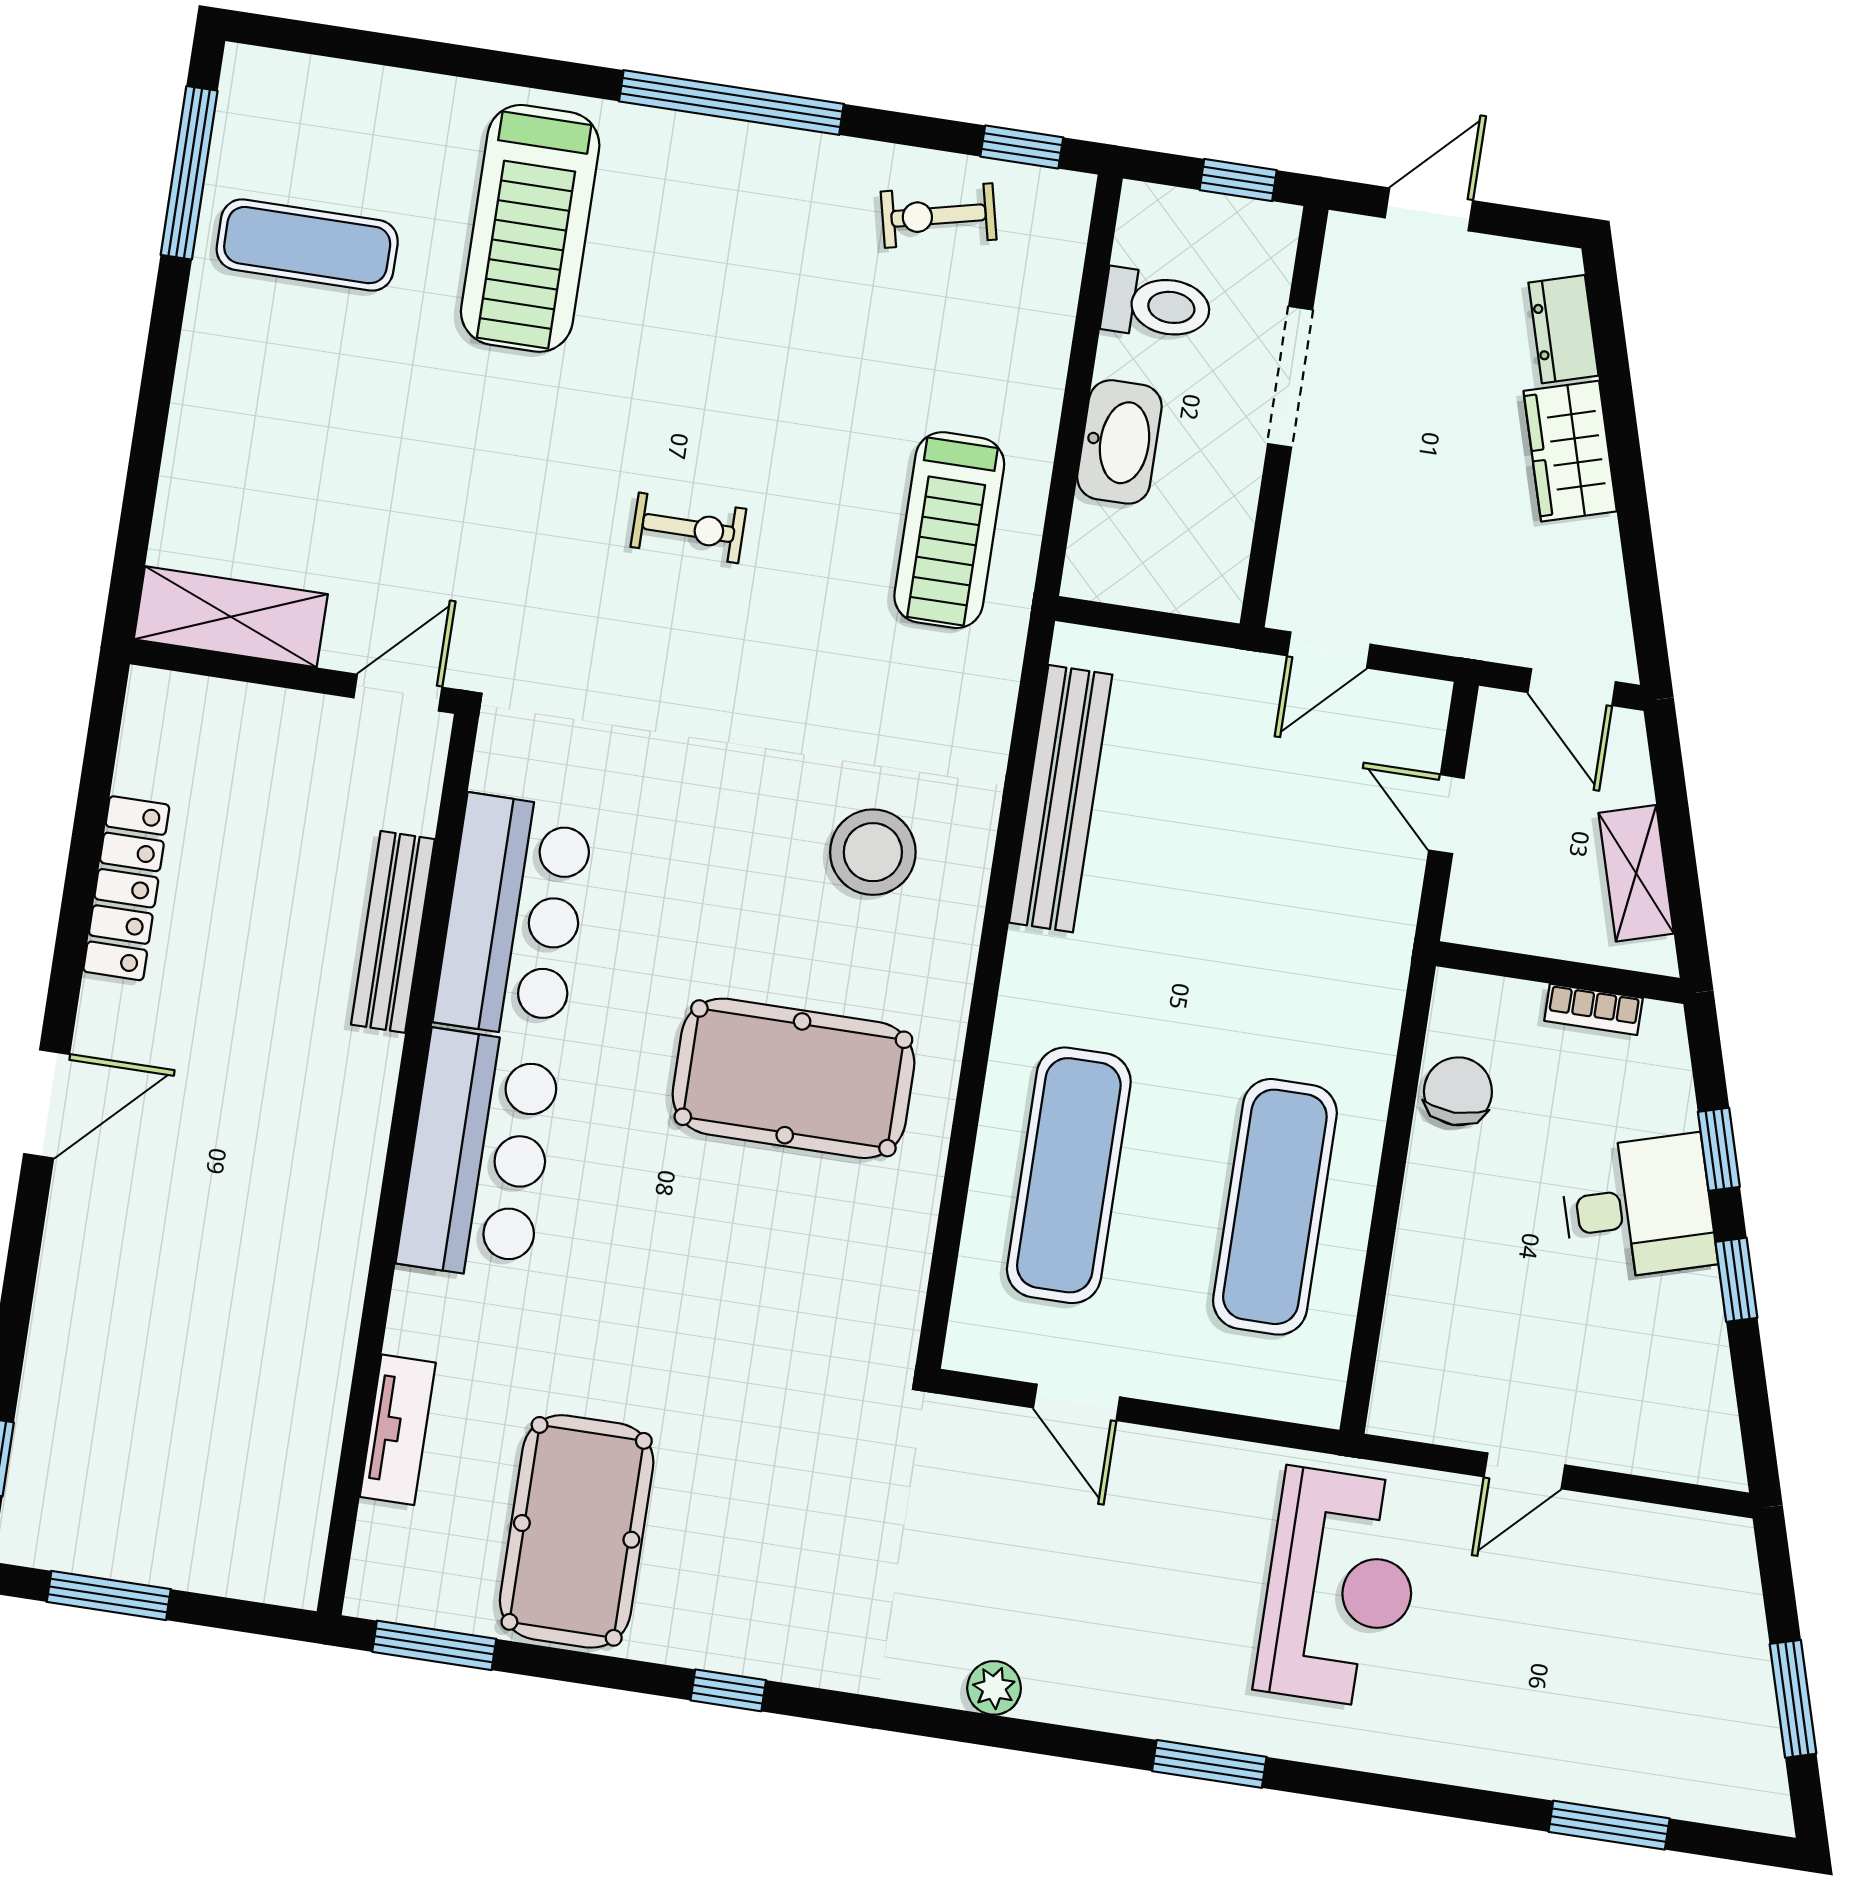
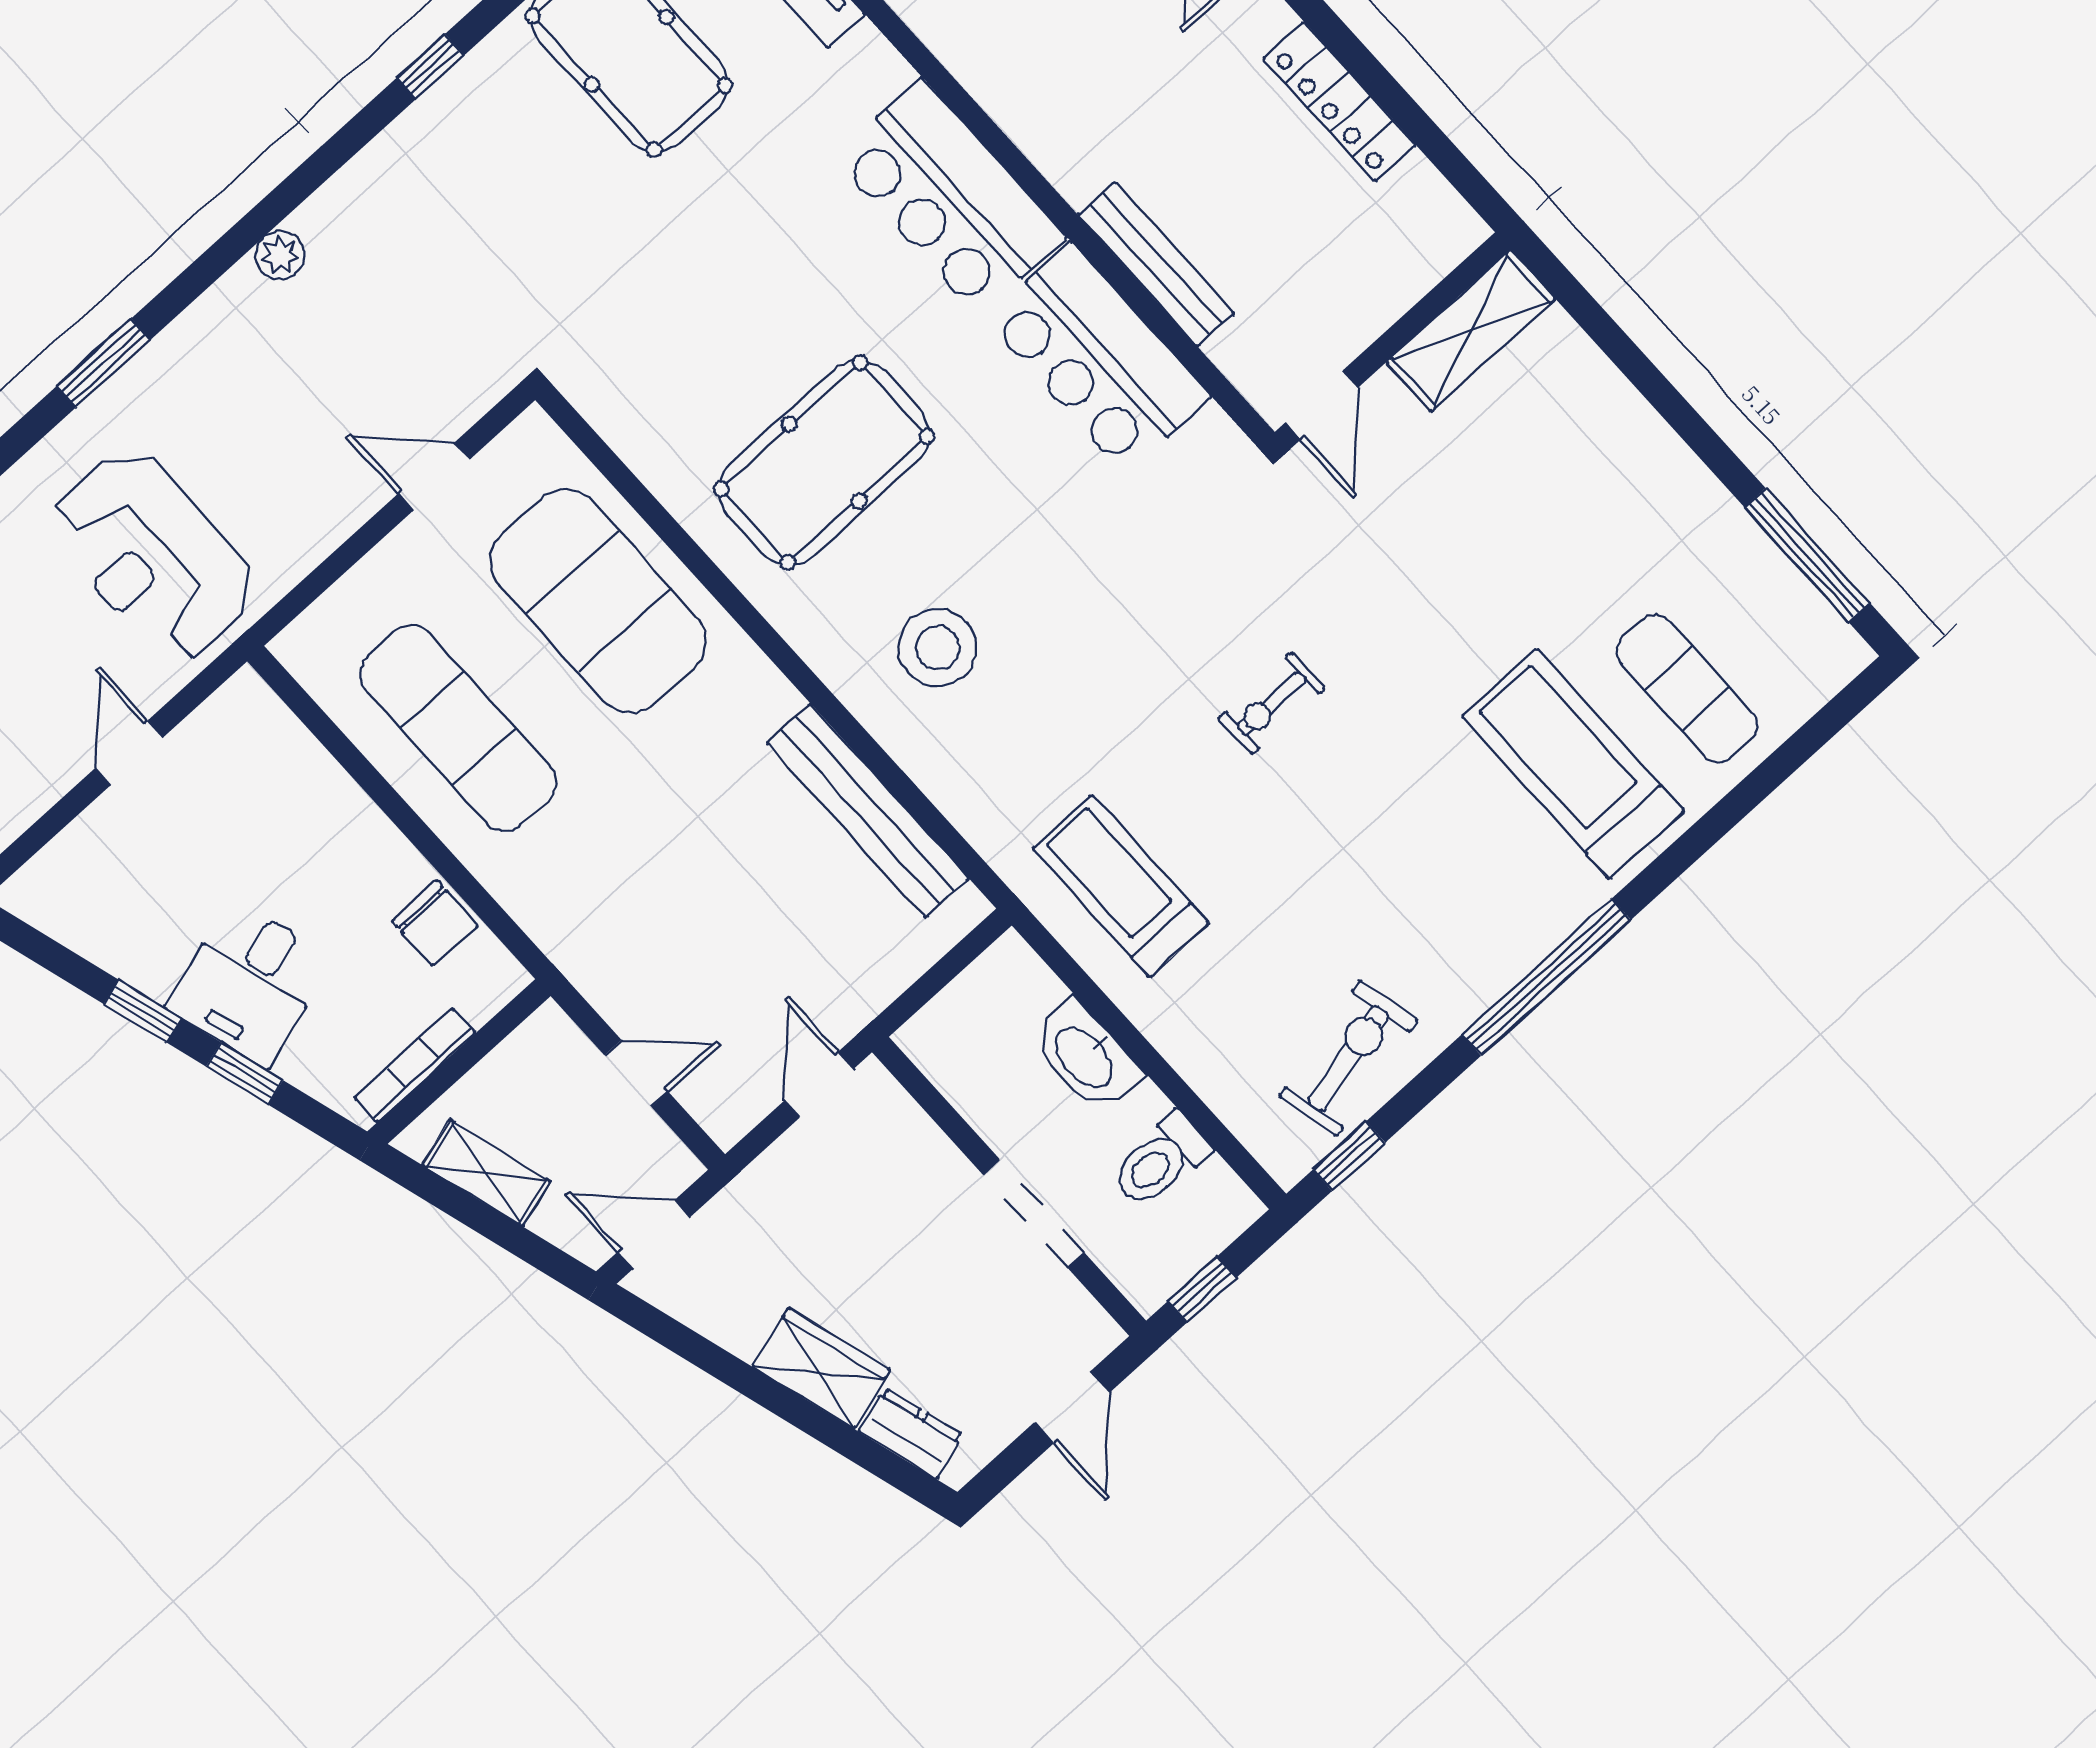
exercise bike: (939, 216) -> (1348, 1058), width x1.38, depth x1.39
exercise mat: (307, 245) -> (1687, 689), moved, turned 90
bookcase: (1594, 1009) -> (415, 1065), width x1.56
exercise mat: (1069, 1175) -> (598, 601), width x1.47

